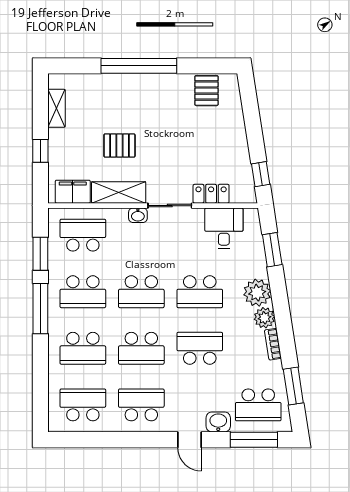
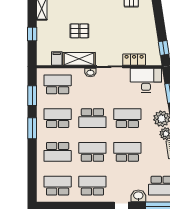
filing cabinet: (73, 192) -> (57, 58), width x0.50
desk: (224, 228) -> (146, 80), width x1.37
school desk: (83, 292) -> (58, 118), turned 180
school desk: (200, 292) -> (127, 118), turned 180
window: (40, 309) -> (32, 128), width x0.69
school desk: (141, 348) -> (92, 152), turned 180

